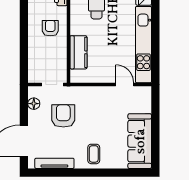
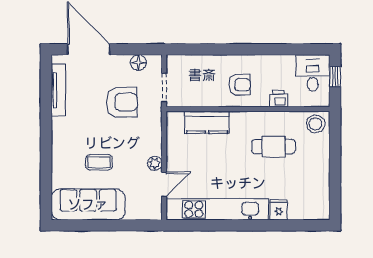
plant: (109, 91) -> (155, 163), added
coffee table: (94, 154) -> (99, 162), moved

